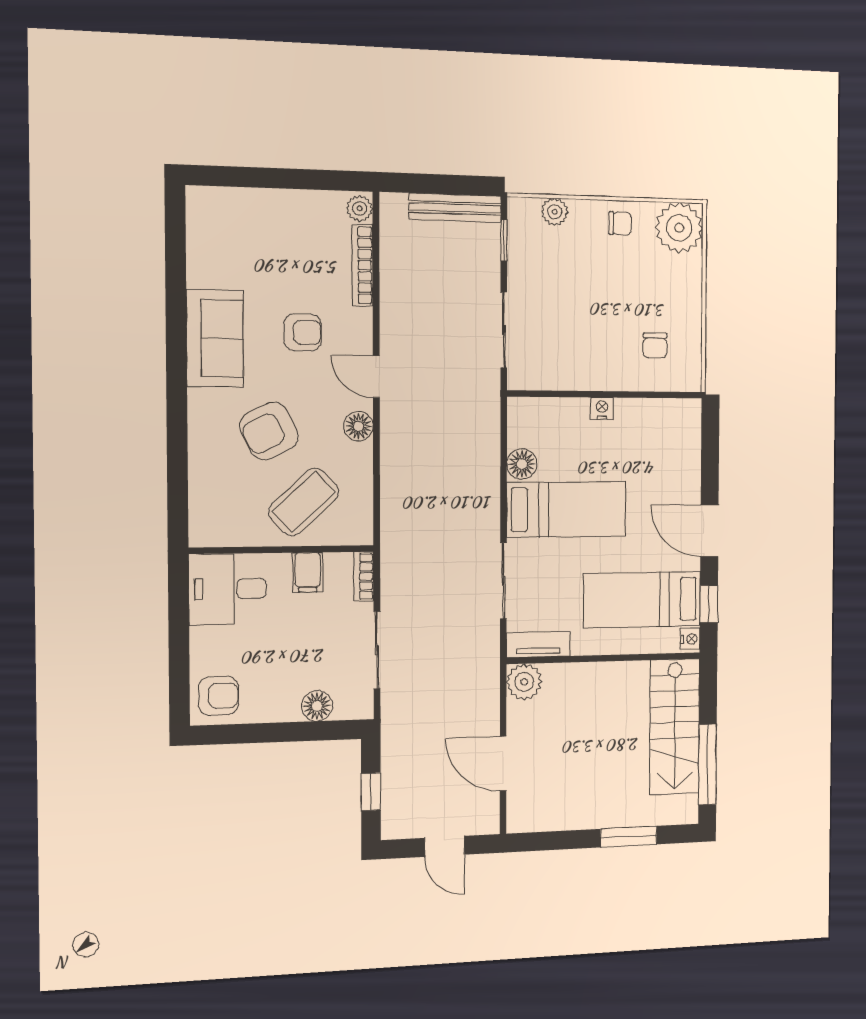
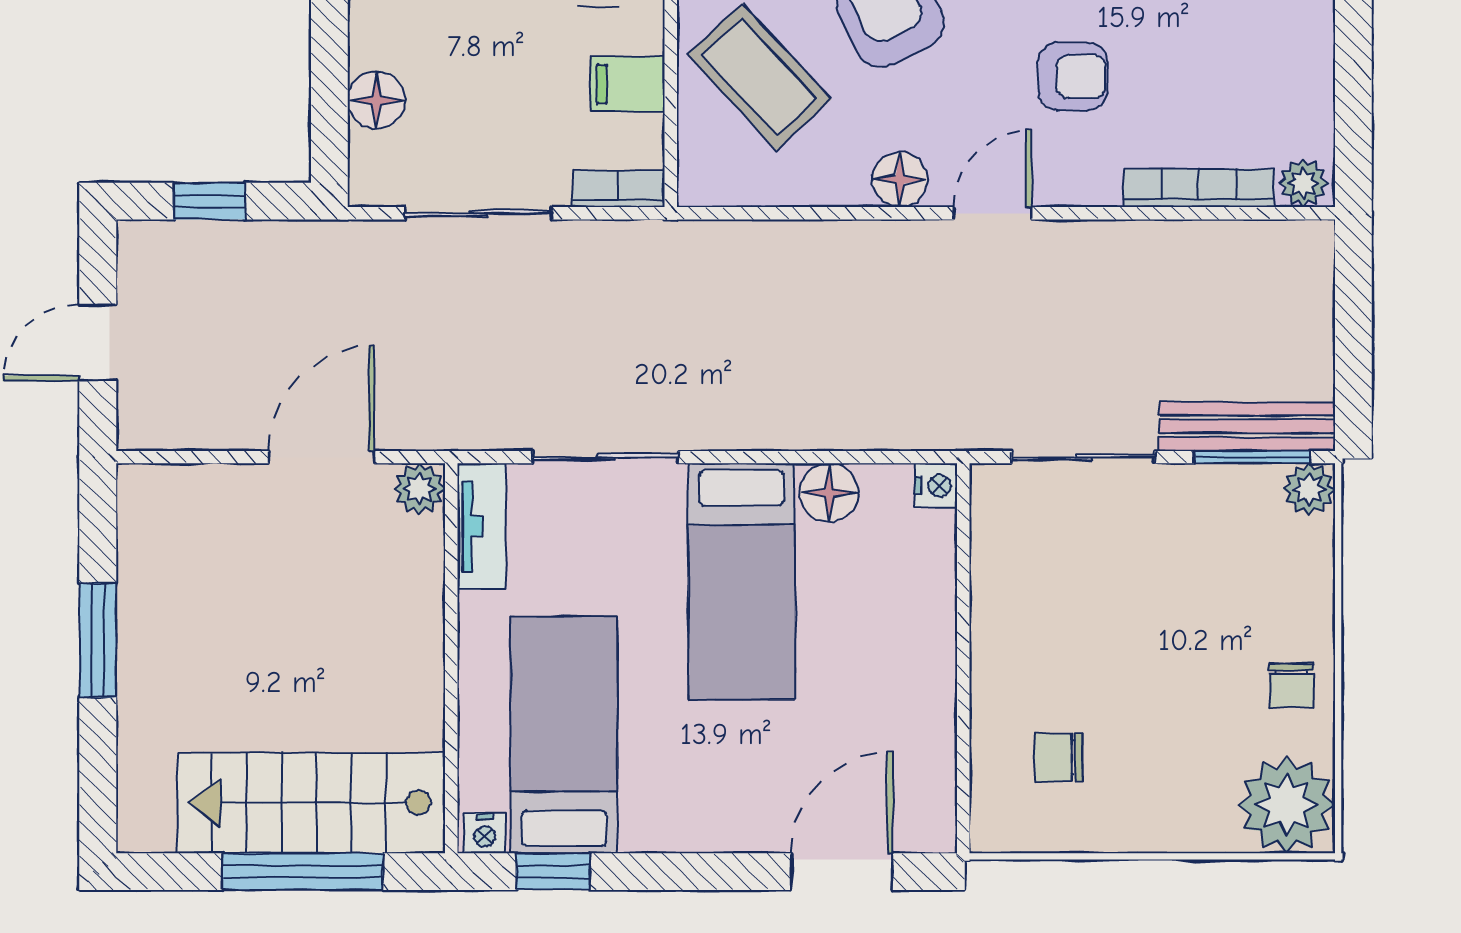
bench: (455, 208) -> (1247, 426), moved, turned 90
plant: (555, 212) -> (1309, 489), moved
window: (504, 240) -> (1252, 457), width x1.50
armchair: (303, 332) -> (1073, 77), turned -90
nightstand: (602, 408) -> (936, 486), moved
door: (709, 531) -> (842, 872), moved
plant: (524, 682) -> (420, 489), width x0.73, depth x0.73
door: (503, 764) -> (321, 457), moved
window: (708, 764) -> (303, 872), moved
window: (629, 837) -> (98, 640), moved

